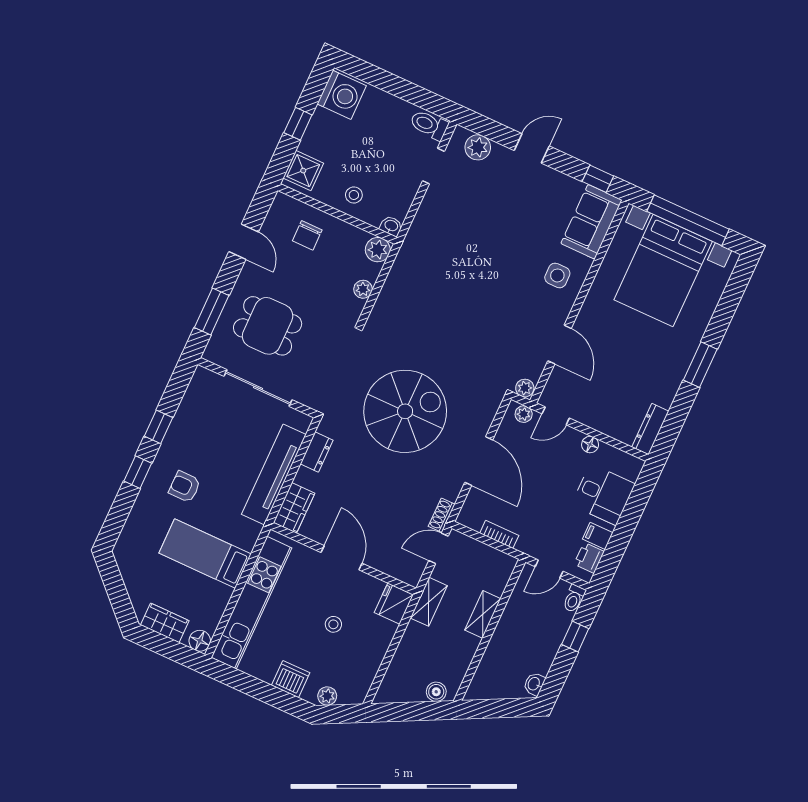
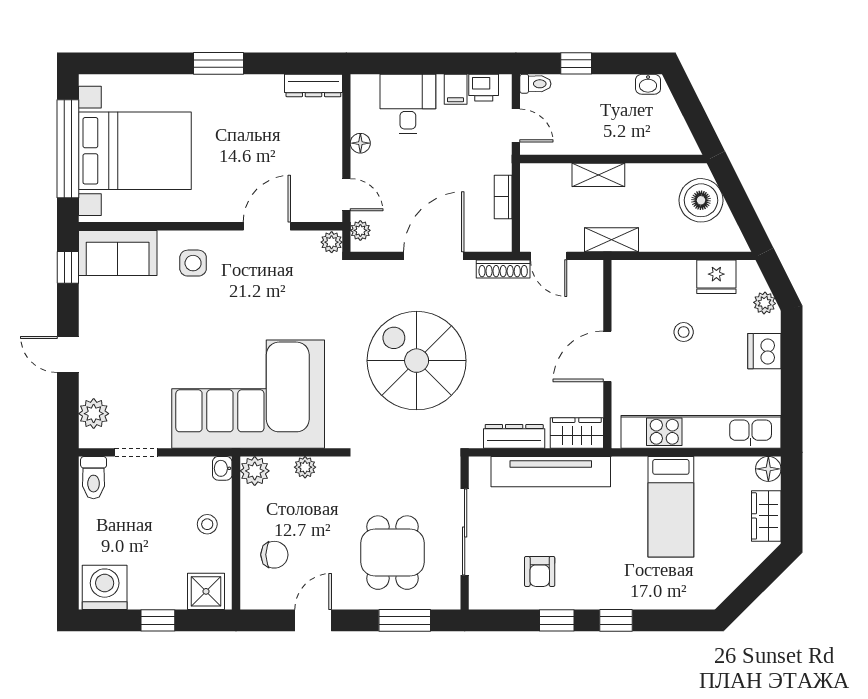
corner sofa: (439, 272) -> (248, 394), added
dresser: (317, 452) -> (514, 436), width x1.44
armchair: (185, 487) -> (540, 571), moved
shoe rack: (442, 515) -> (503, 269), width x1.43
fridge: (394, 604) -> (716, 277), moved
boiler: (436, 692) -> (701, 200), width x1.86, depth x1.86

